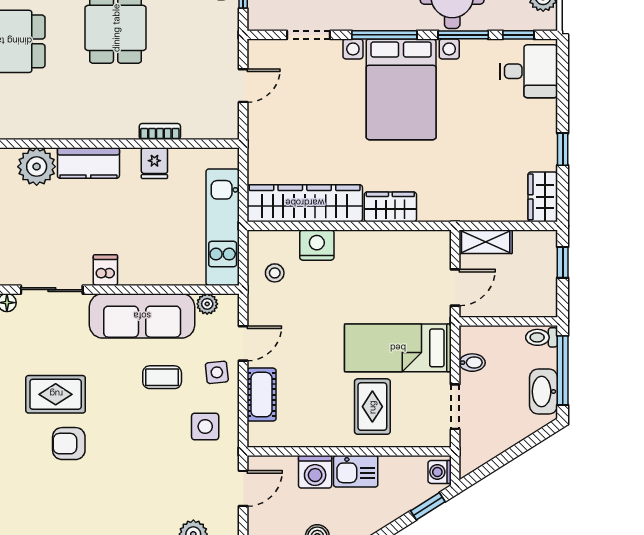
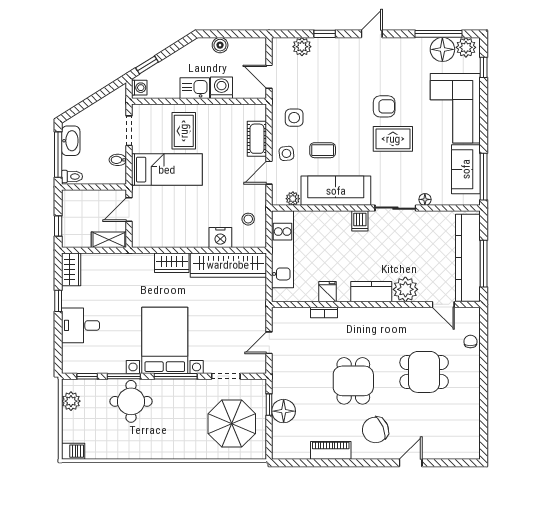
desk: (529, 71) -> (80, 325), moved
door: (243, 488) -> (269, 77), hinge flipped

